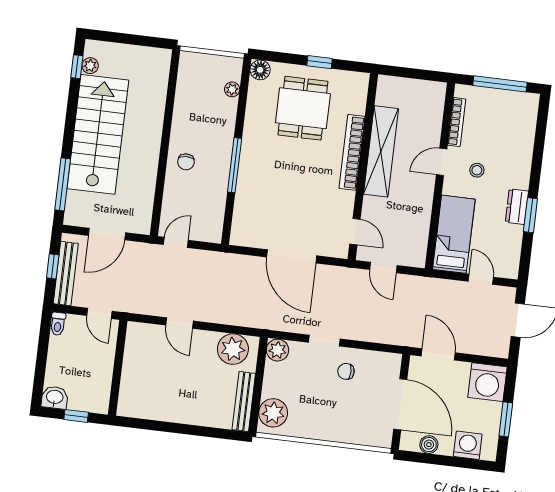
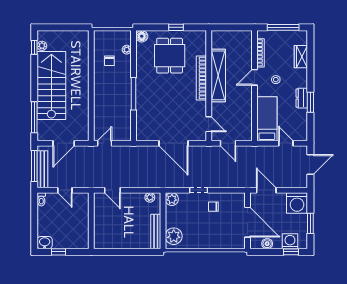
wardrobe: (524, 137) -> (301, 57), added
chair: (186, 162) -> (109, 61), moved
window: (53, 266) -> (34, 166), width x2.17
plant: (233, 349) -> (150, 197), width x0.53, depth x0.53
wall: (118, 368) -> (91, 221), moved
window: (467, 463) -> (291, 252), added

